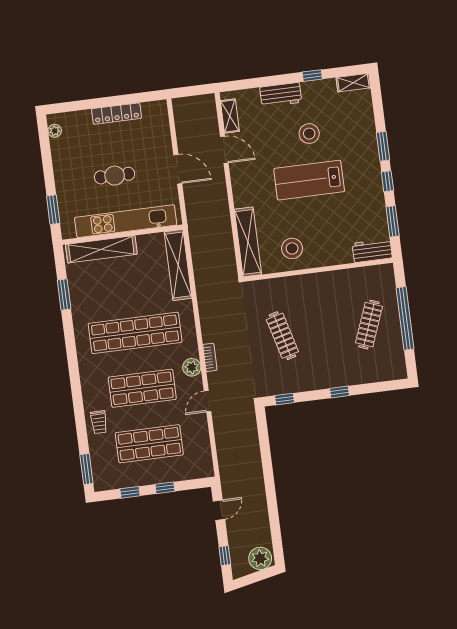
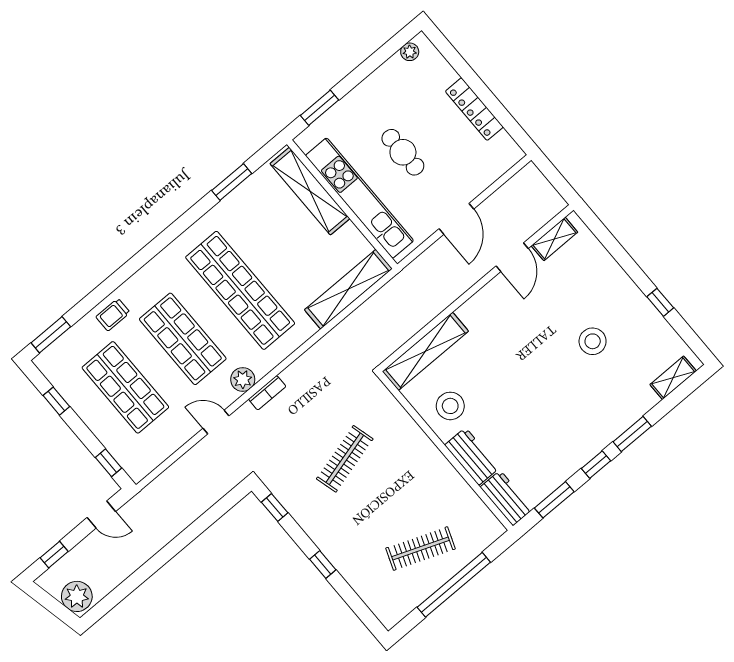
shelving: (353, 83) -> (673, 378), moved, turned 90
workbench: (281, 95) -> (472, 456), moved, turned 180
lab bench: (309, 180) -> (540, 375), removed
window: (165, 488) -> (108, 463), moved

